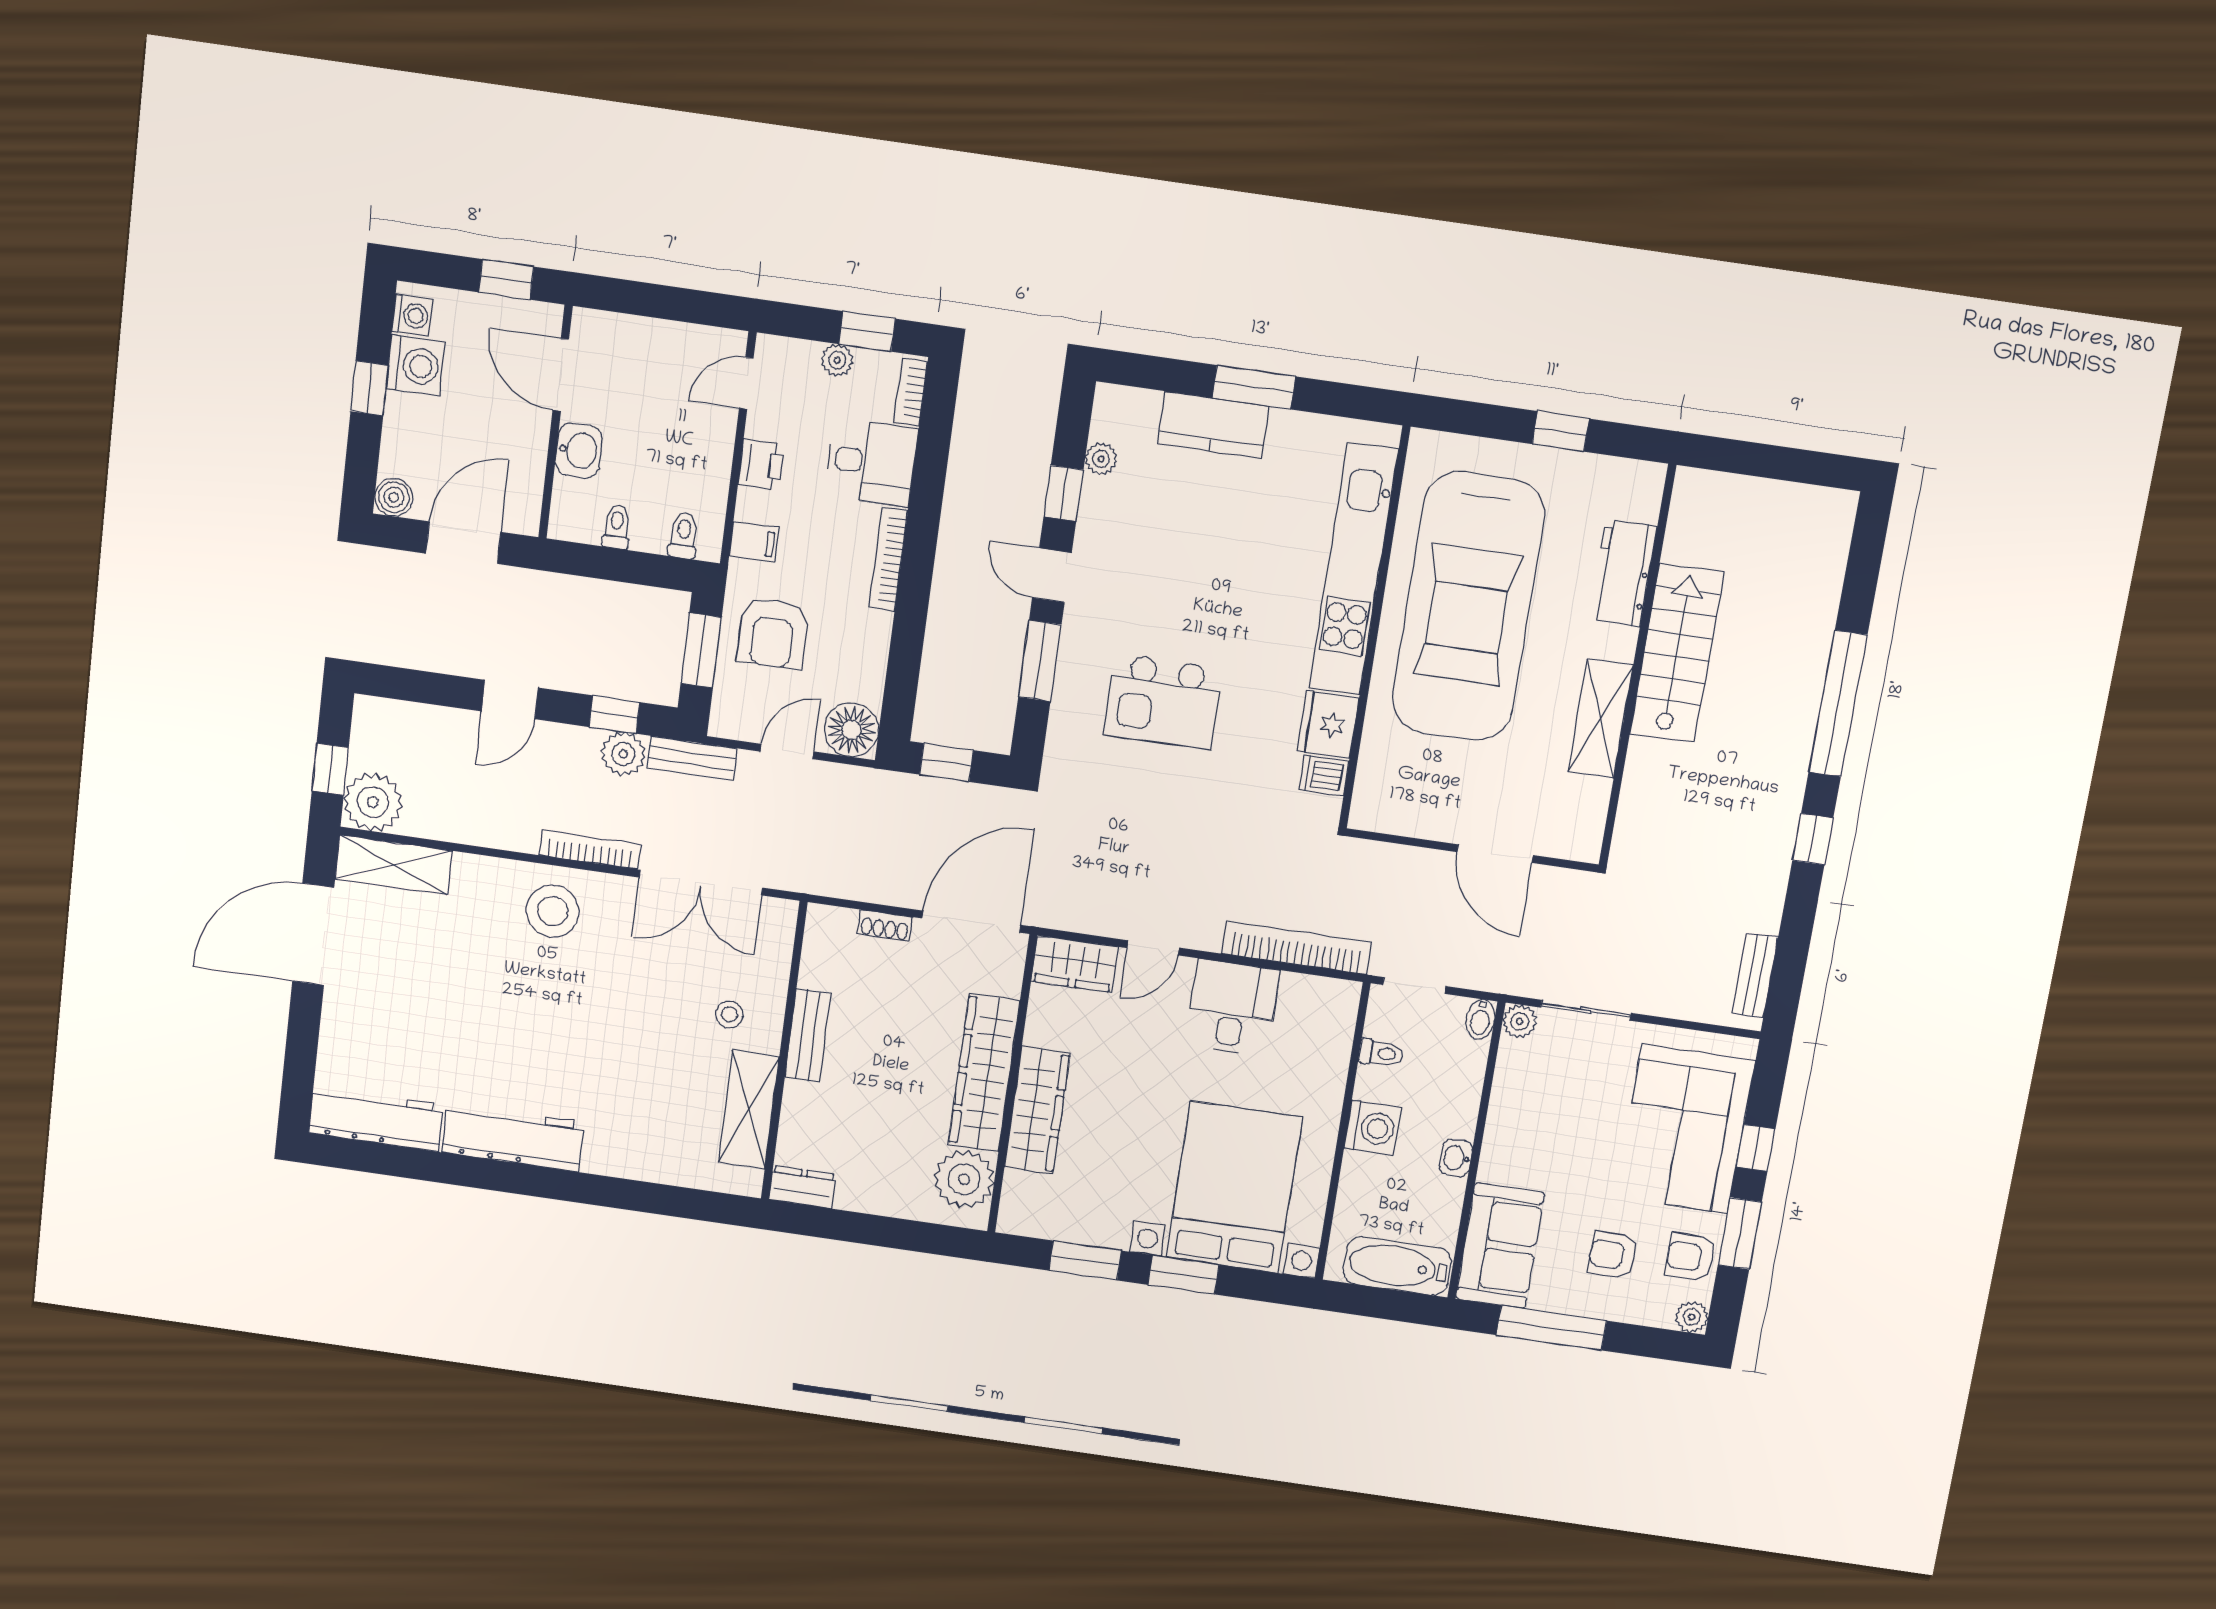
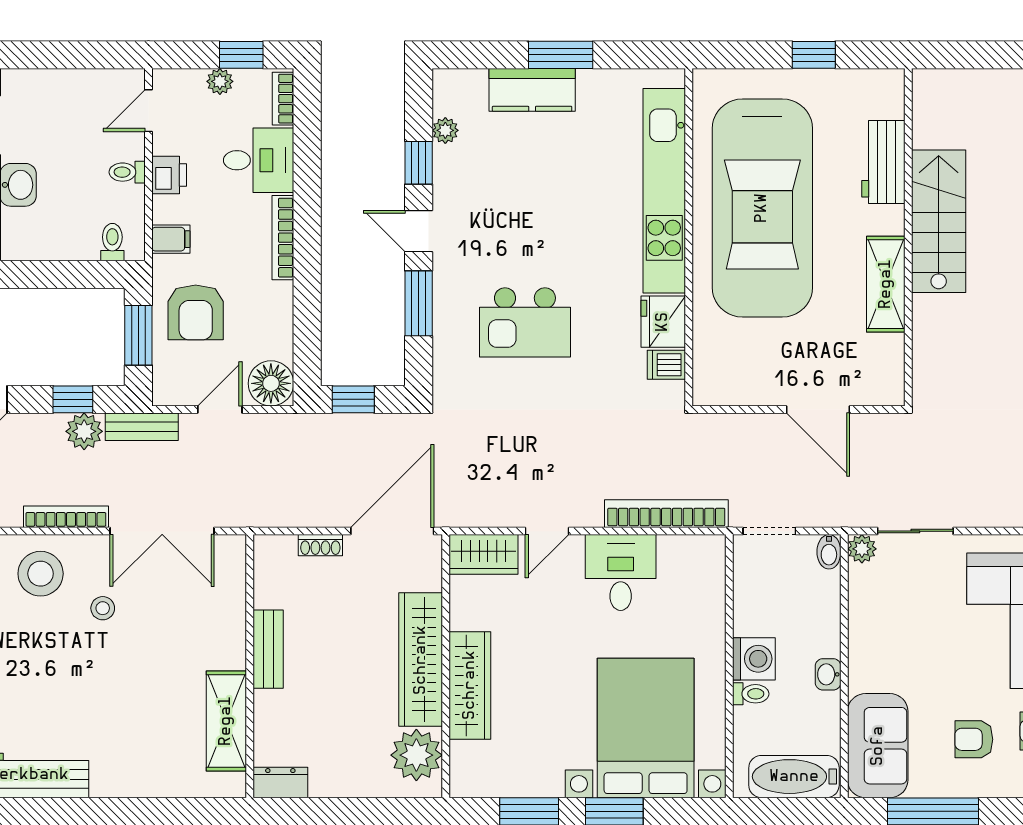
toilet: (617, 527) -> (127, 172), moved, turned -90
stool: (729, 1015) -> (103, 608), moved
toilet: (1381, 1053) -> (751, 694), moved

